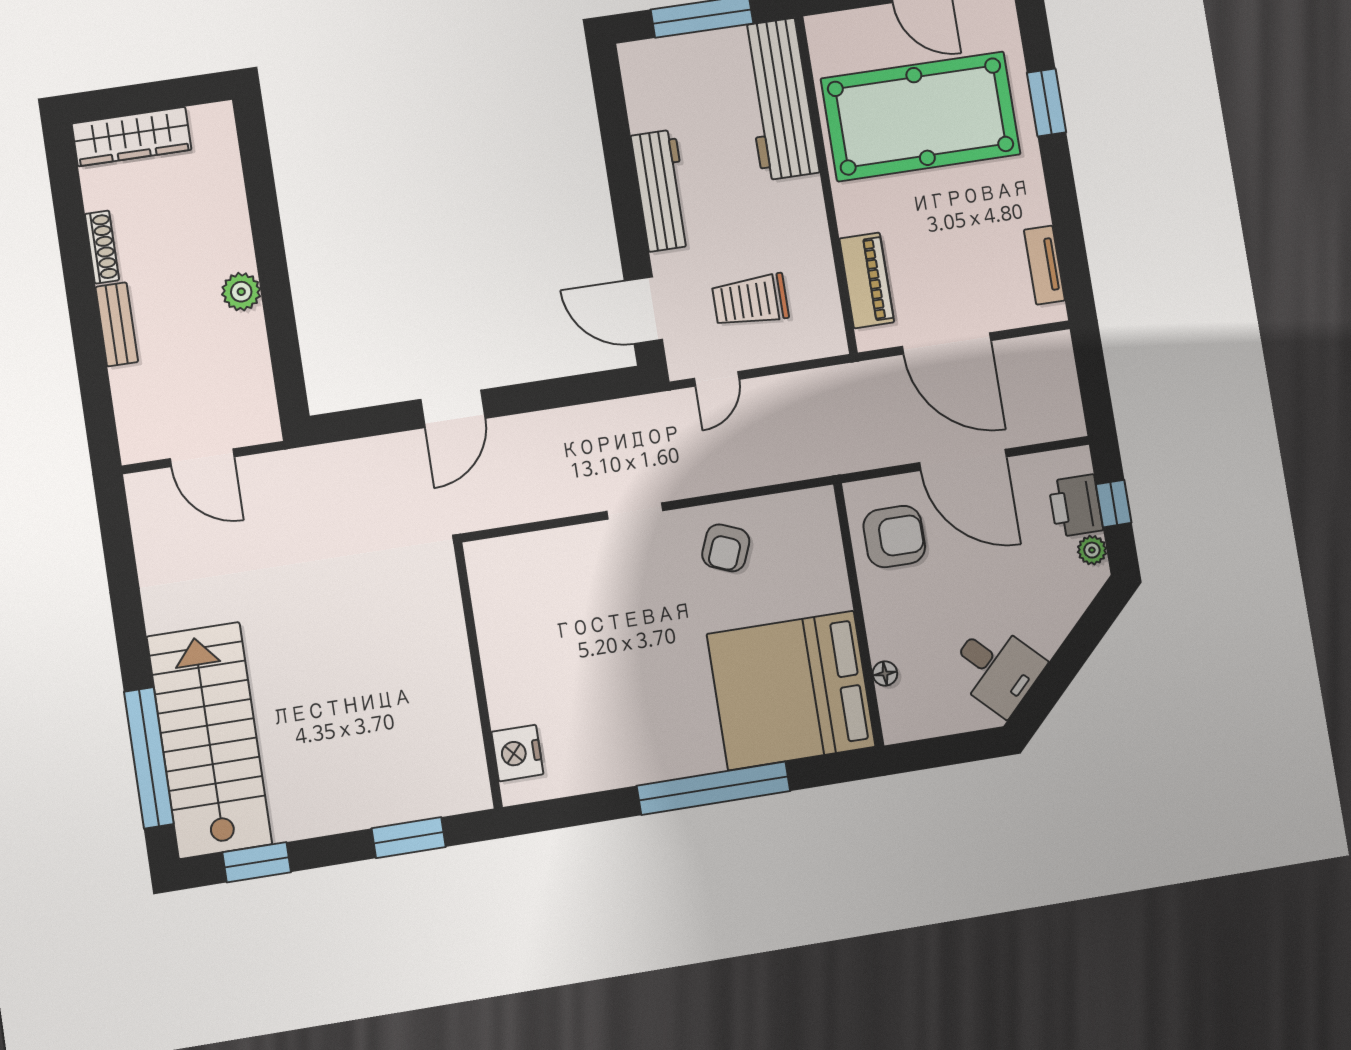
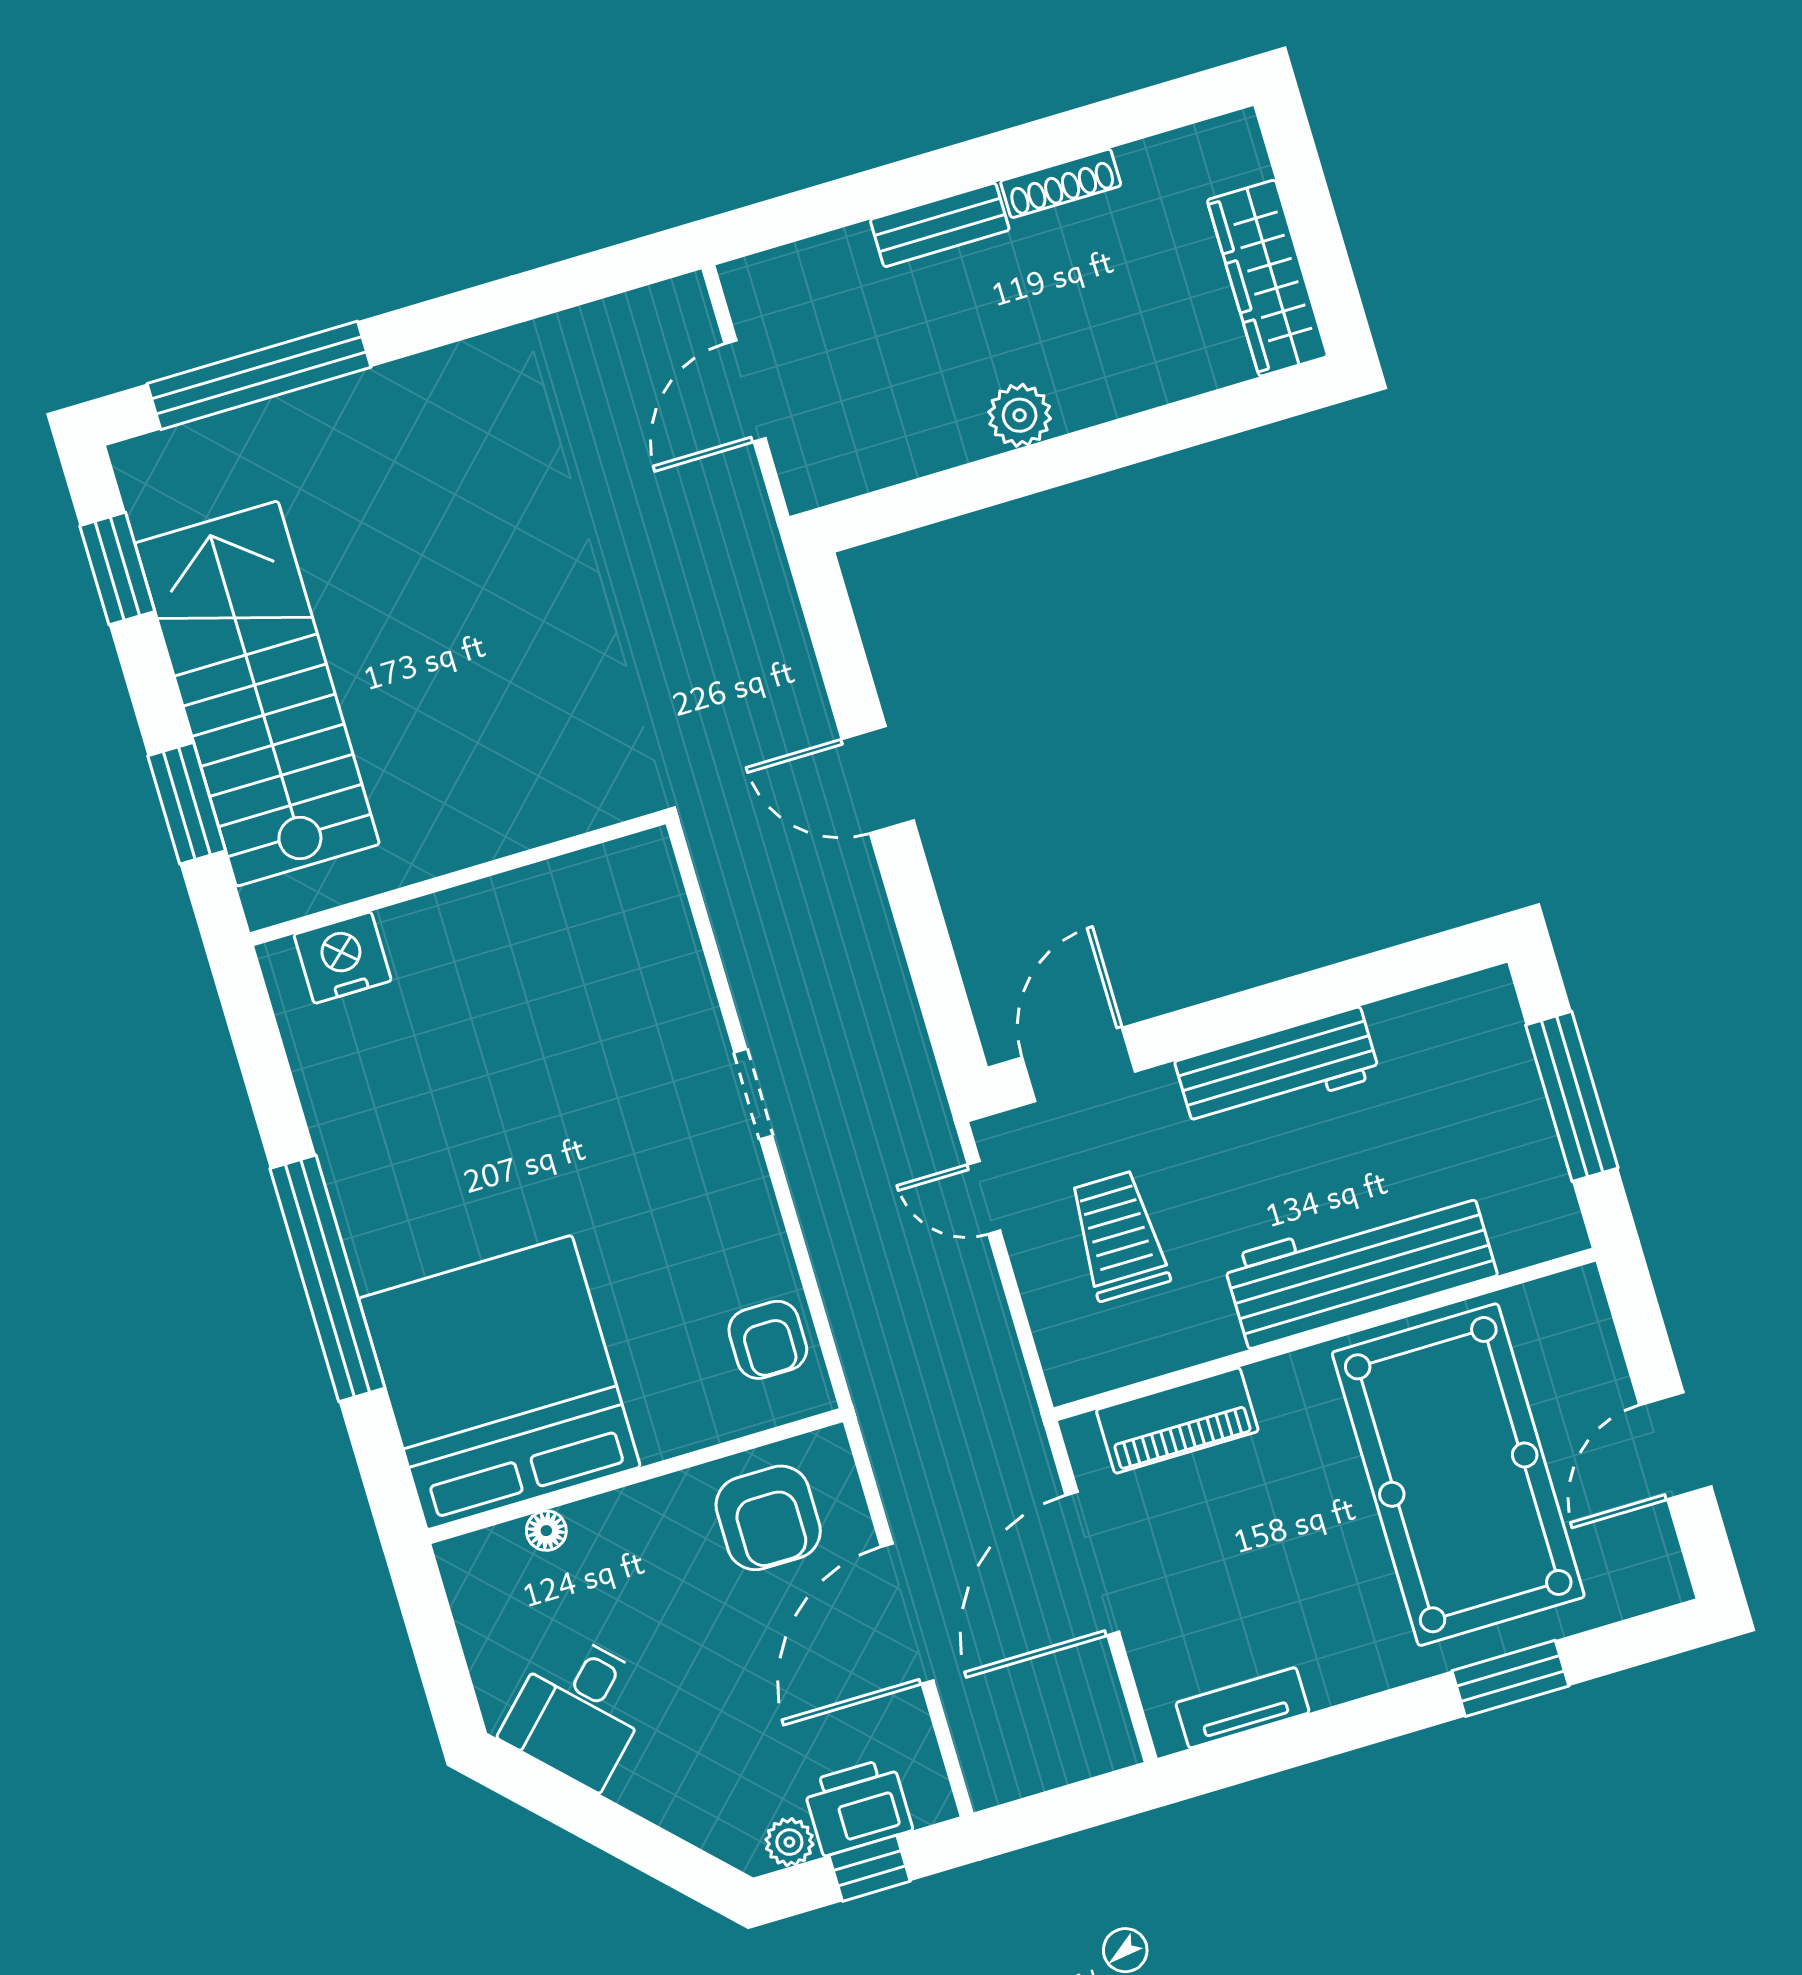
workbench: (779, 99) -> (1360, 1267), moved
wardrobe: (132, 137) -> (1267, 278), moved
armchair: (726, 548) -> (768, 1340), moved, turned -112
stairs: (209, 740) -> (257, 694), moved, turned -90

